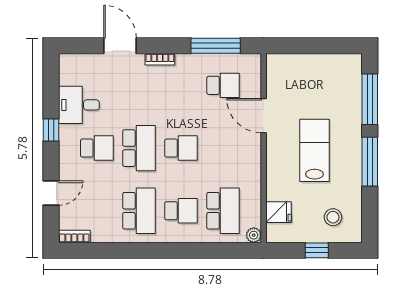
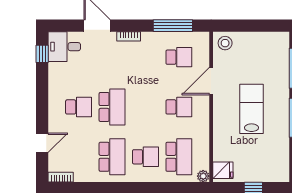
desk: (79, 105) -> (64, 47), moved
door: (264, 116) -> (211, 81), hinge flipped
window: (51, 130) -> (42, 54), moved
school desk: (181, 148) -> (179, 107), moved
fridge: (278, 212) -> (223, 170), moved
stool: (333, 217) -> (225, 43), moved

